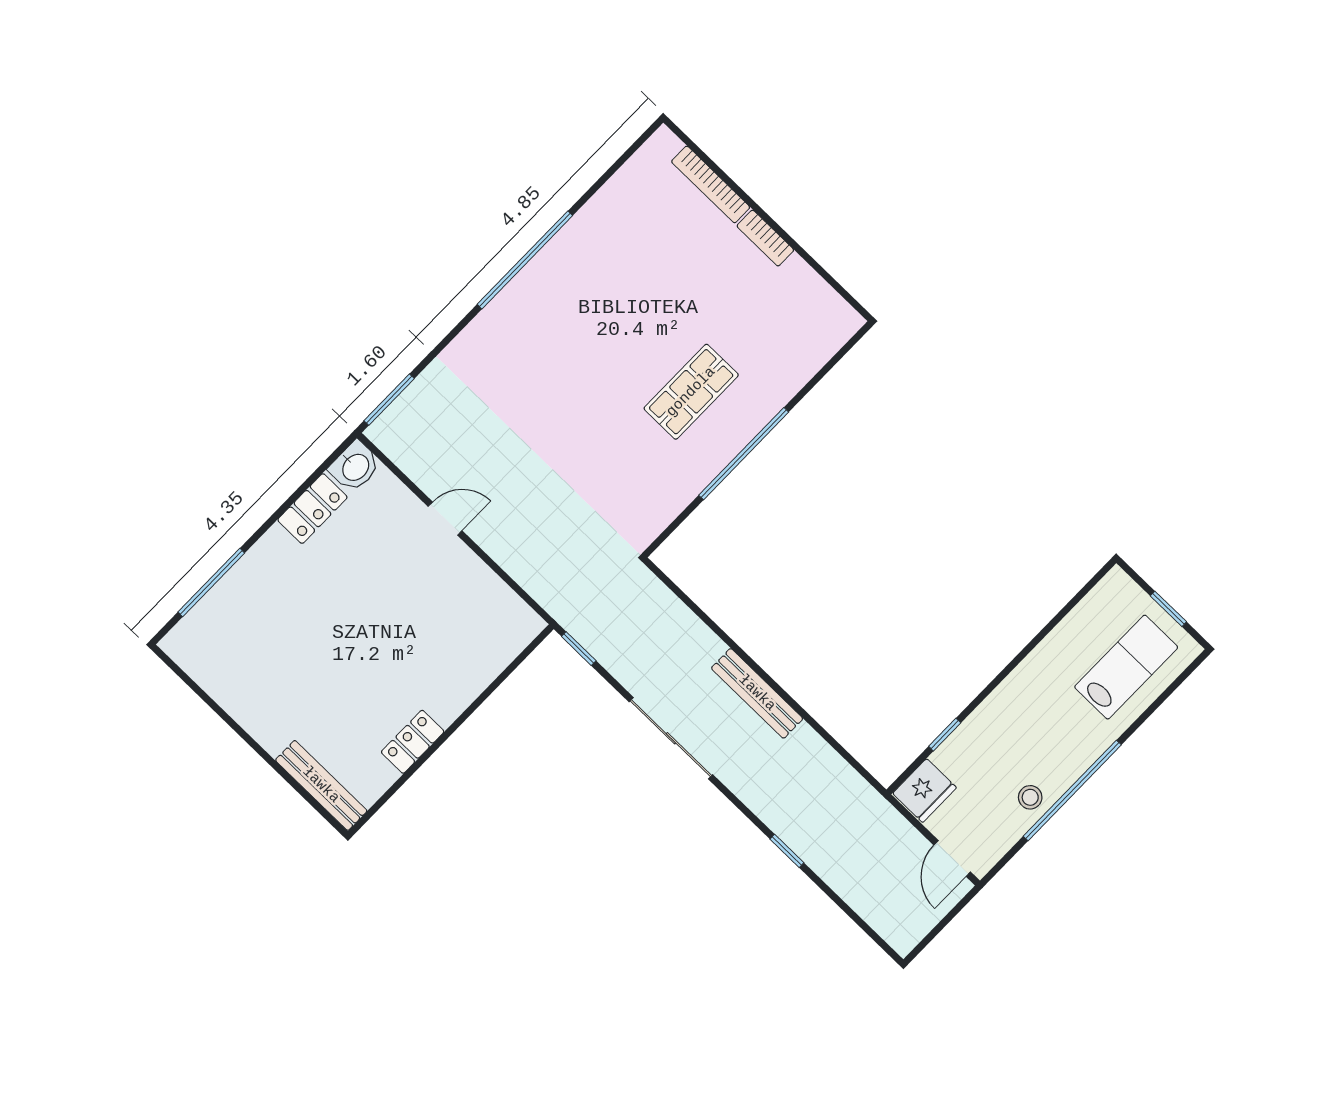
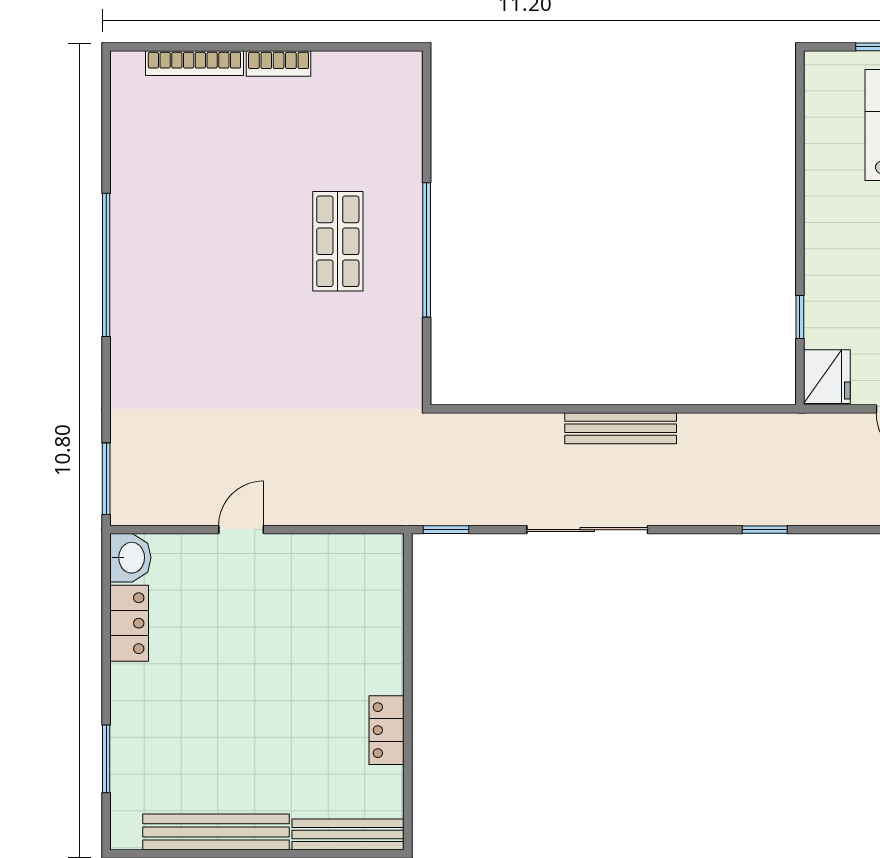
window: (211, 582) -> (106, 759), width x0.69
bench: (237, 700) -> (216, 832), added

